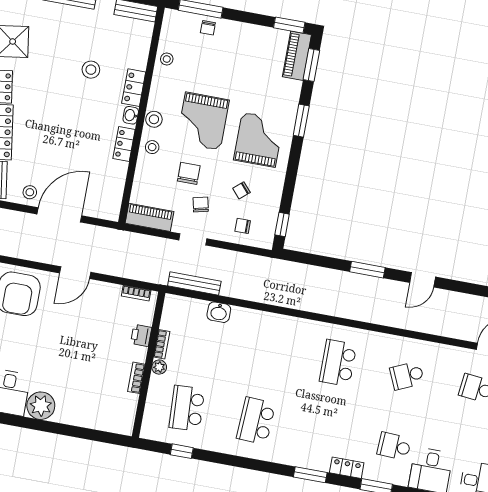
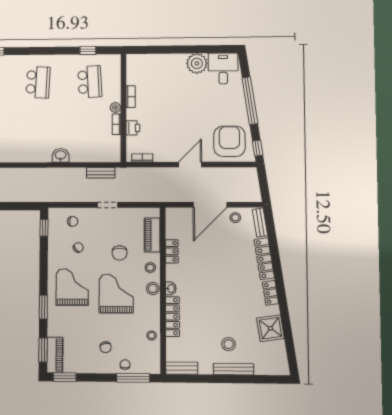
stool: (91, 70) -> (229, 344), moved
locker: (134, 88) -> (172, 317), width x1.53
grand piano: (259, 140) -> (72, 287), turned 180
locker: (124, 144) -> (172, 251), moved
chair: (201, 205) -> (106, 347), moved
piano: (150, 217) -> (152, 235), moved, turned 90
bench: (194, 283) -> (101, 173), width x0.73
washbasin: (219, 312) -> (61, 155), moved

